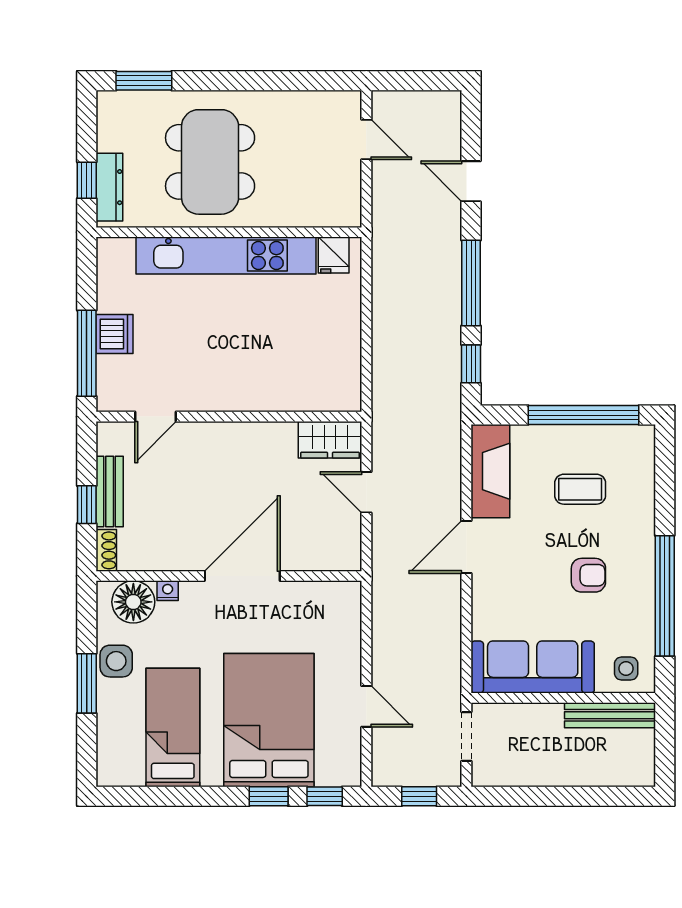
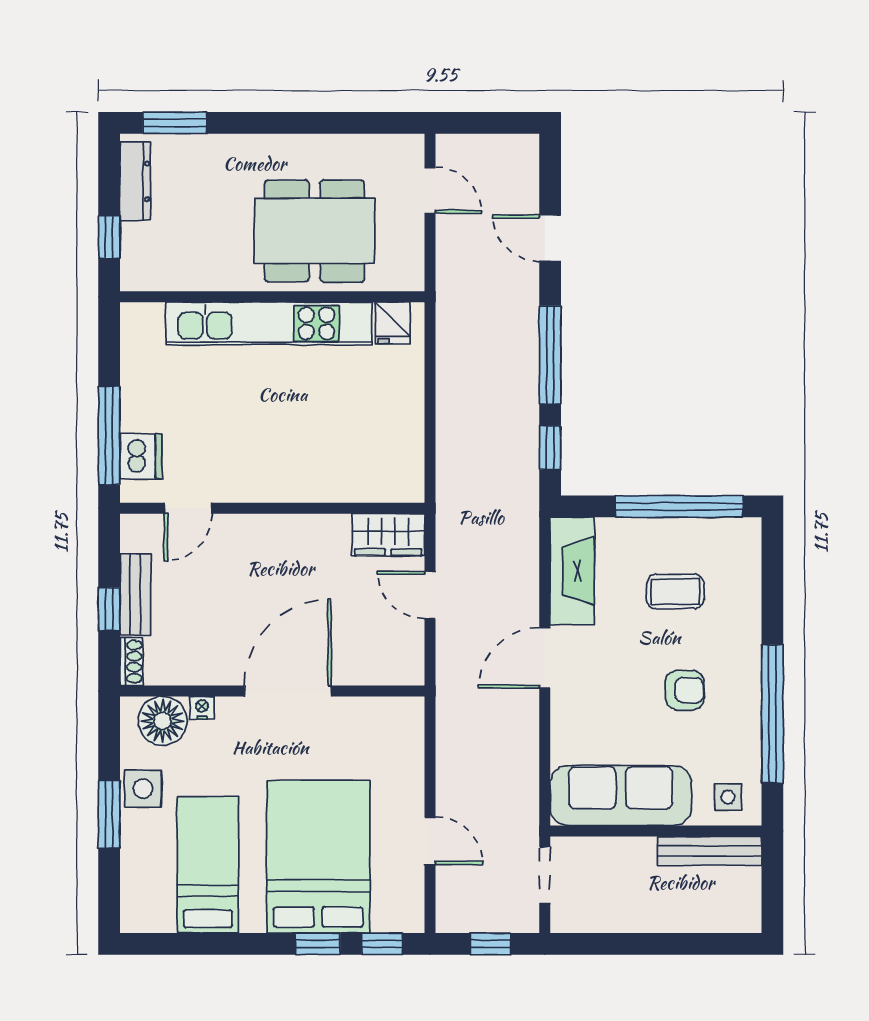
dining table: (210, 162) -> (314, 231), moved, turned 90
dresser: (109, 187) -> (135, 181), moved
dishwasher: (114, 334) -> (141, 456), moved

